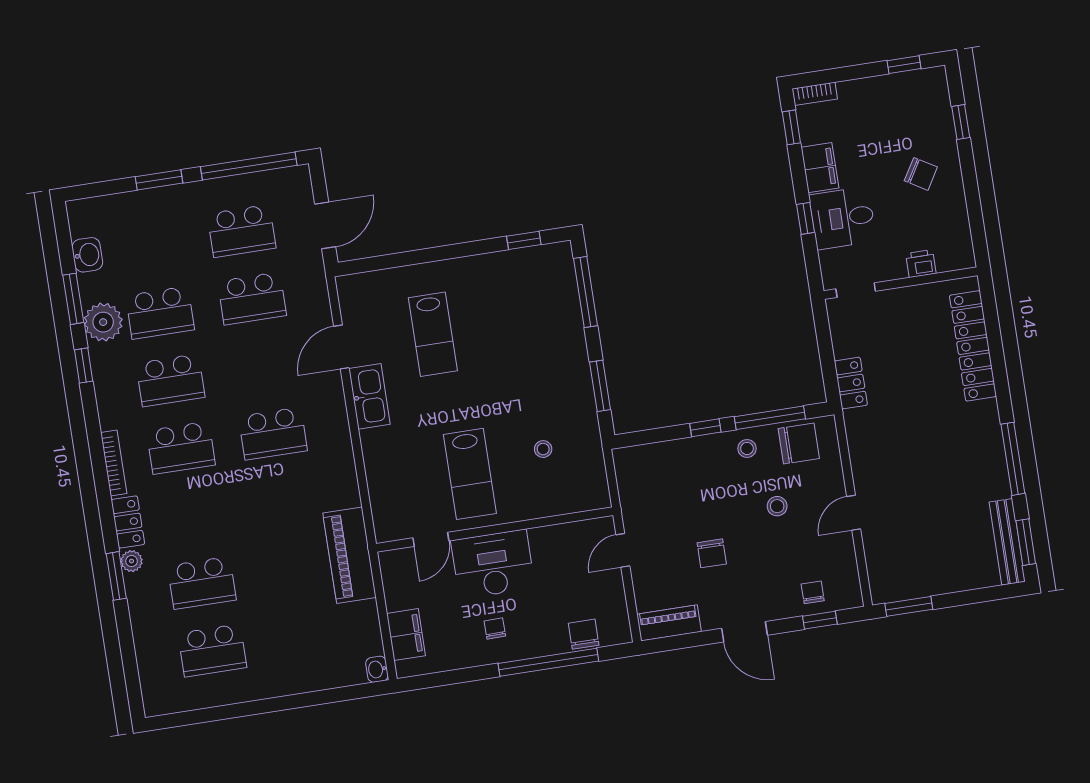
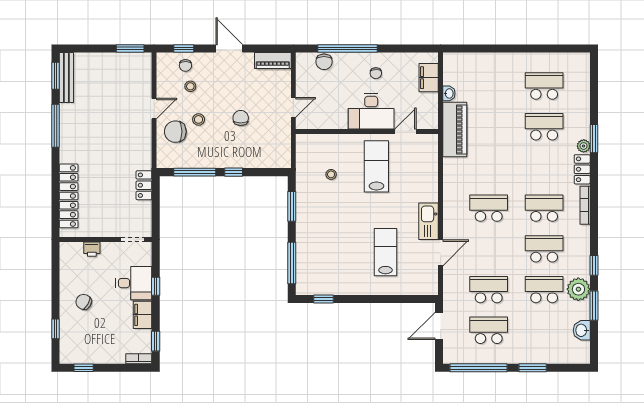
chair: (799, 443) -> (175, 132), moved
stool: (747, 448) -> (190, 86), moved
chair: (712, 553) -> (241, 118), moved
washbasin: (377, 669) -> (449, 93), moved

